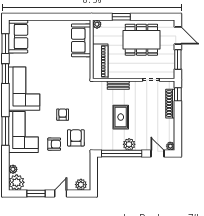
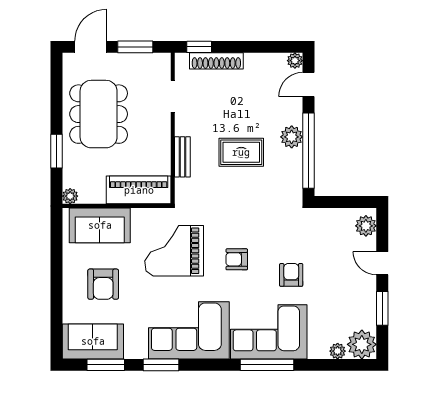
grand piano: (67, 81) -> (174, 251), added
armchair: (76, 138) -> (103, 284), moved, turned -90

